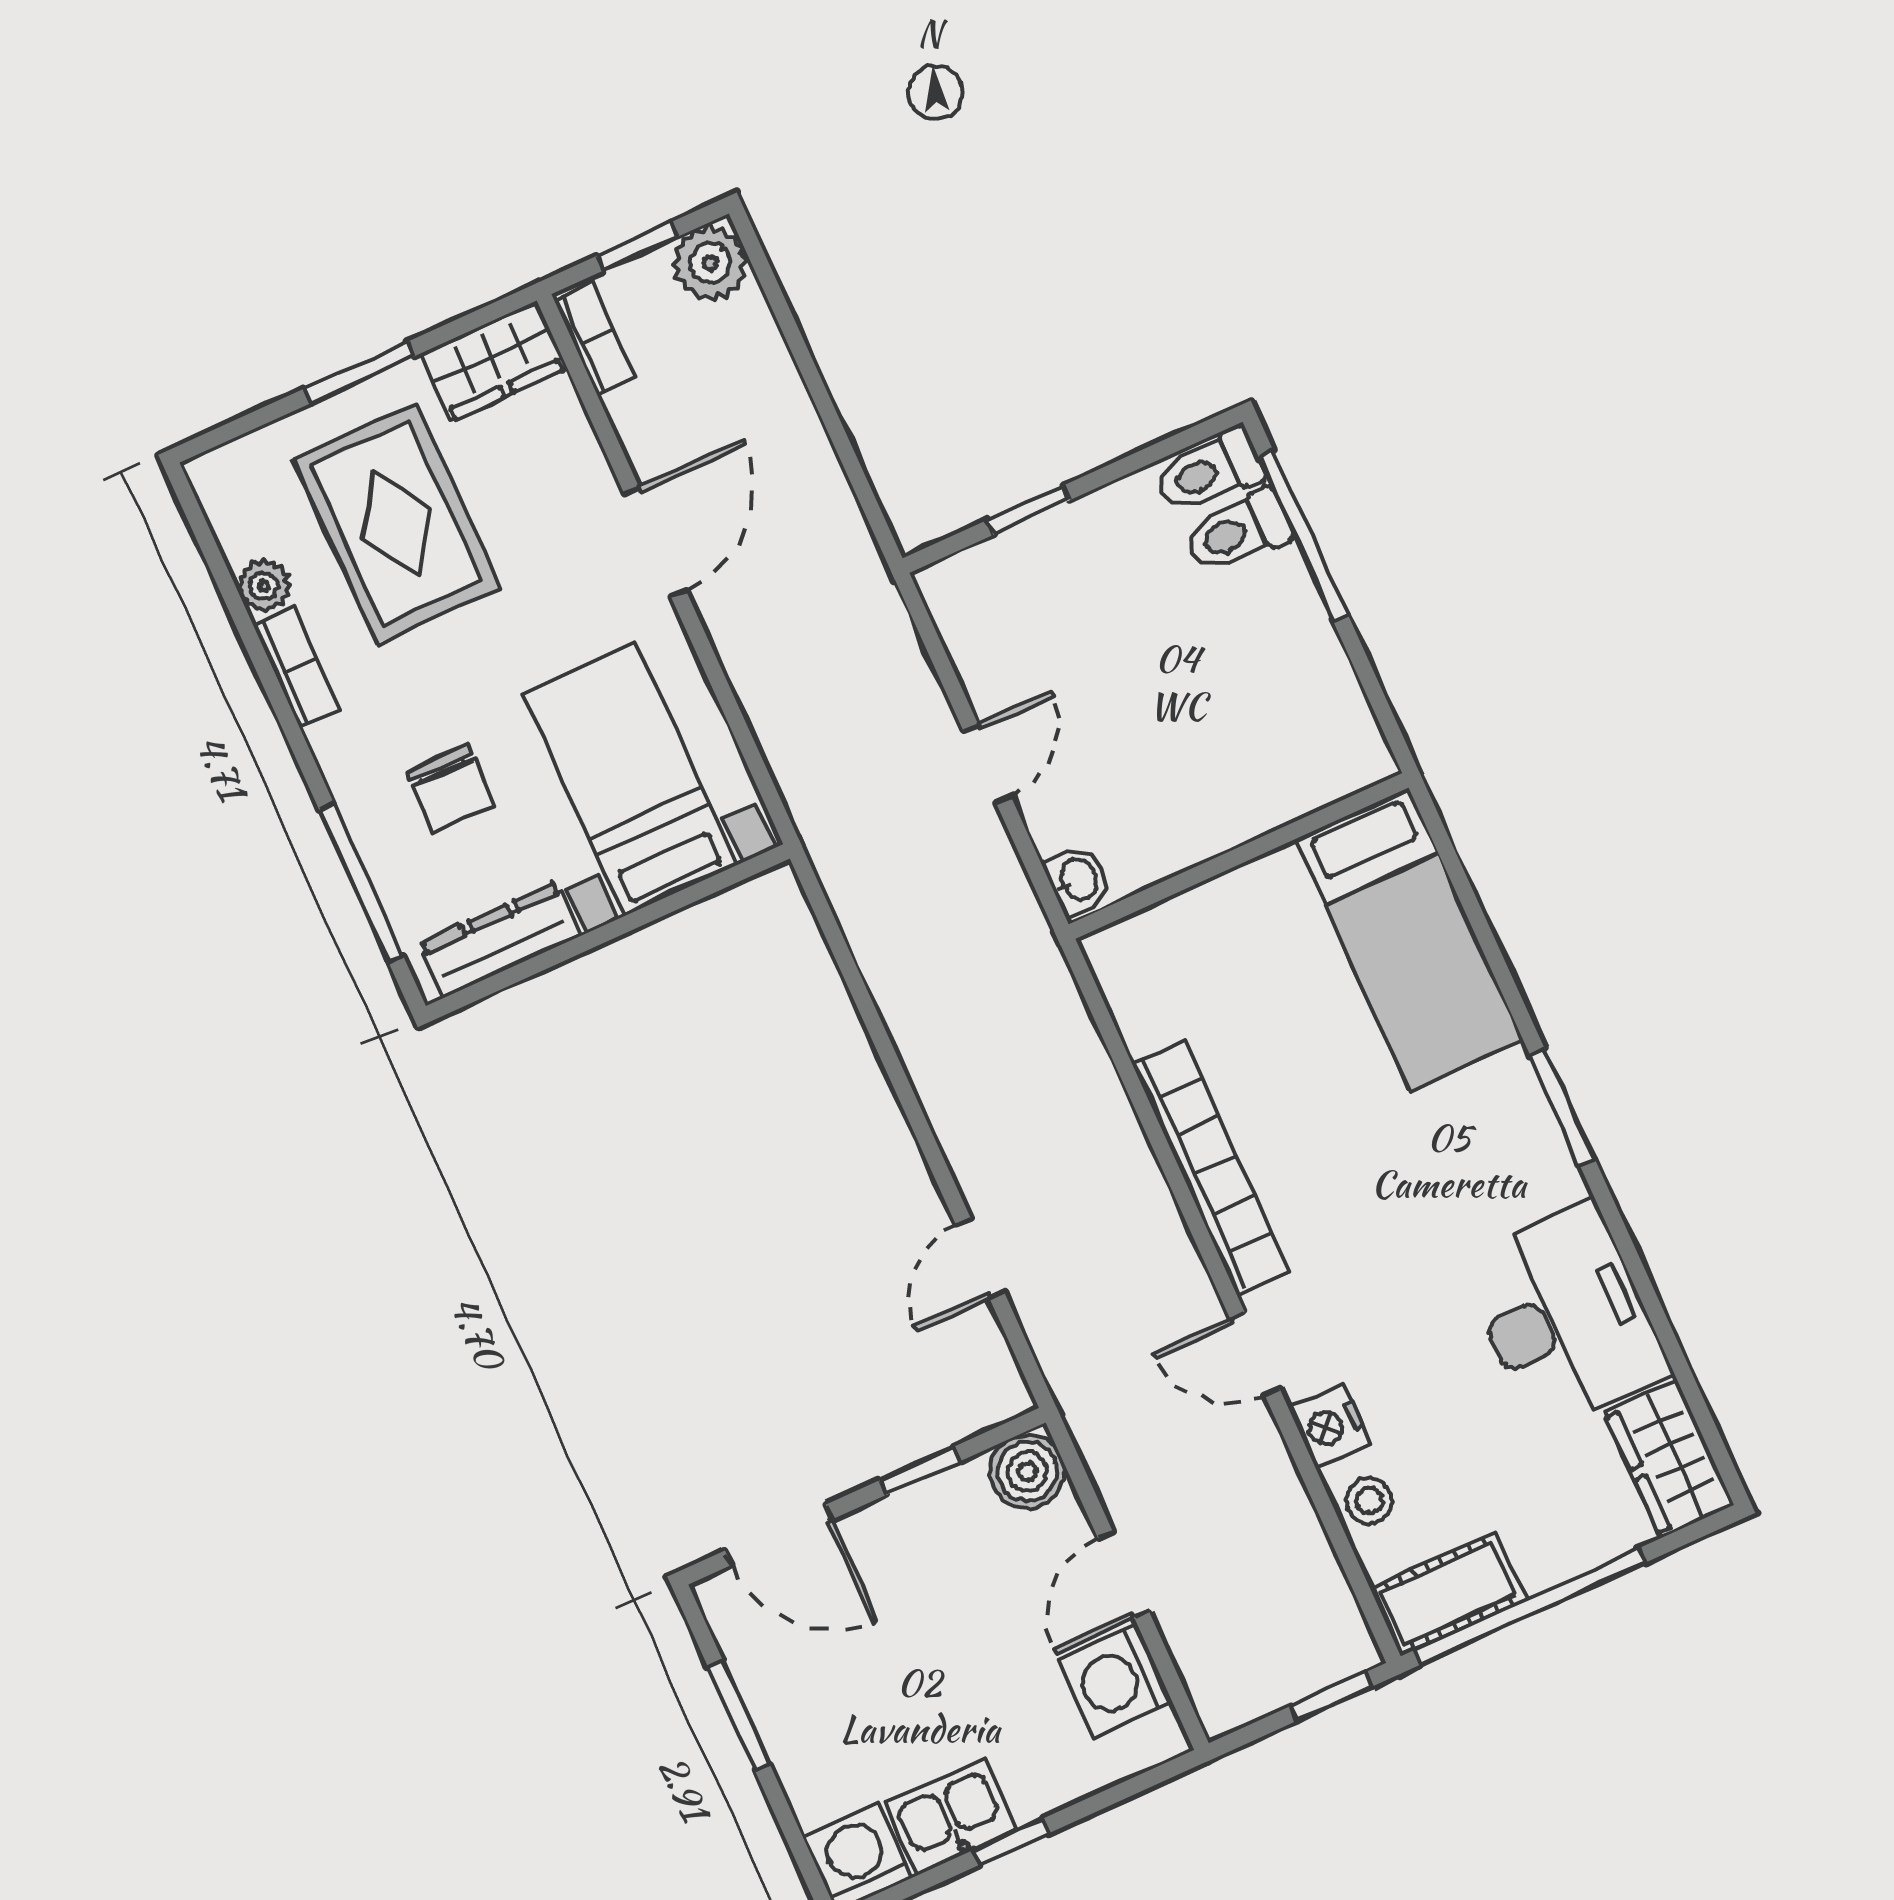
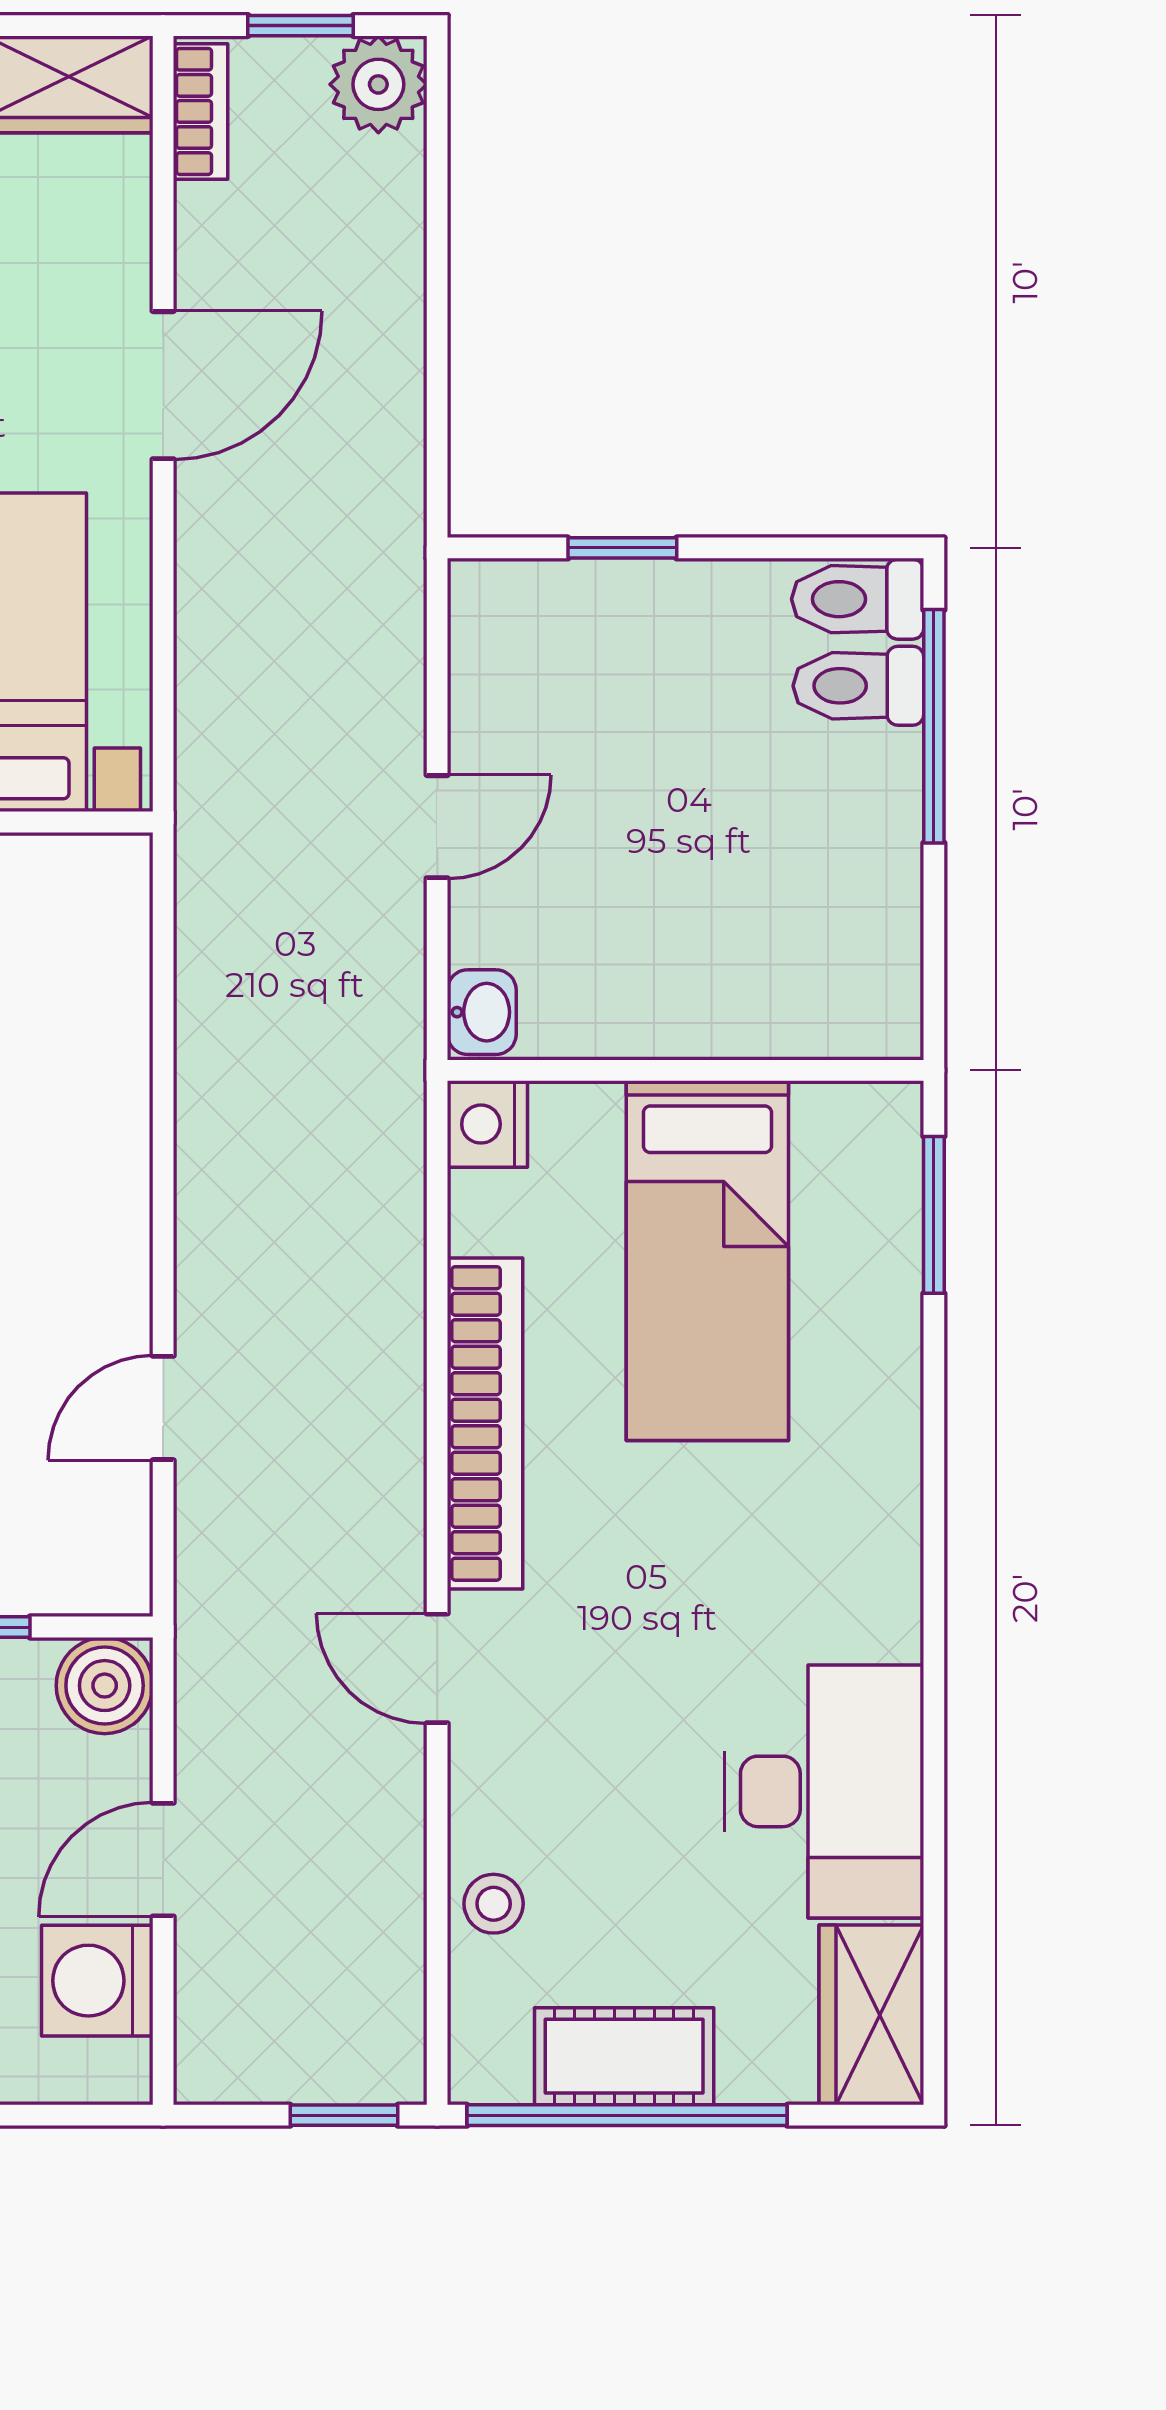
bed: (1409, 939) -> (707, 1261), moved
window: (1562, 1107) -> (934, 1215), moved
nightstand: (1330, 1426) -> (487, 1124), moved
cot: (1448, 1594) -> (624, 2056), moved

